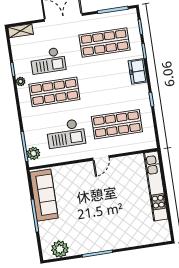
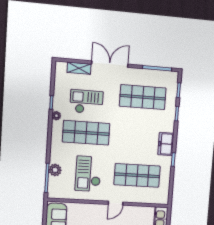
shelving: (21, 31) -> (79, 68), moved
checkout: (48, 61) -> (86, 102), turned 180
freezer: (138, 71) -> (166, 144), moved
checkout: (66, 133) -> (88, 174), turned 90
plant: (33, 153) -> (55, 170), moved

